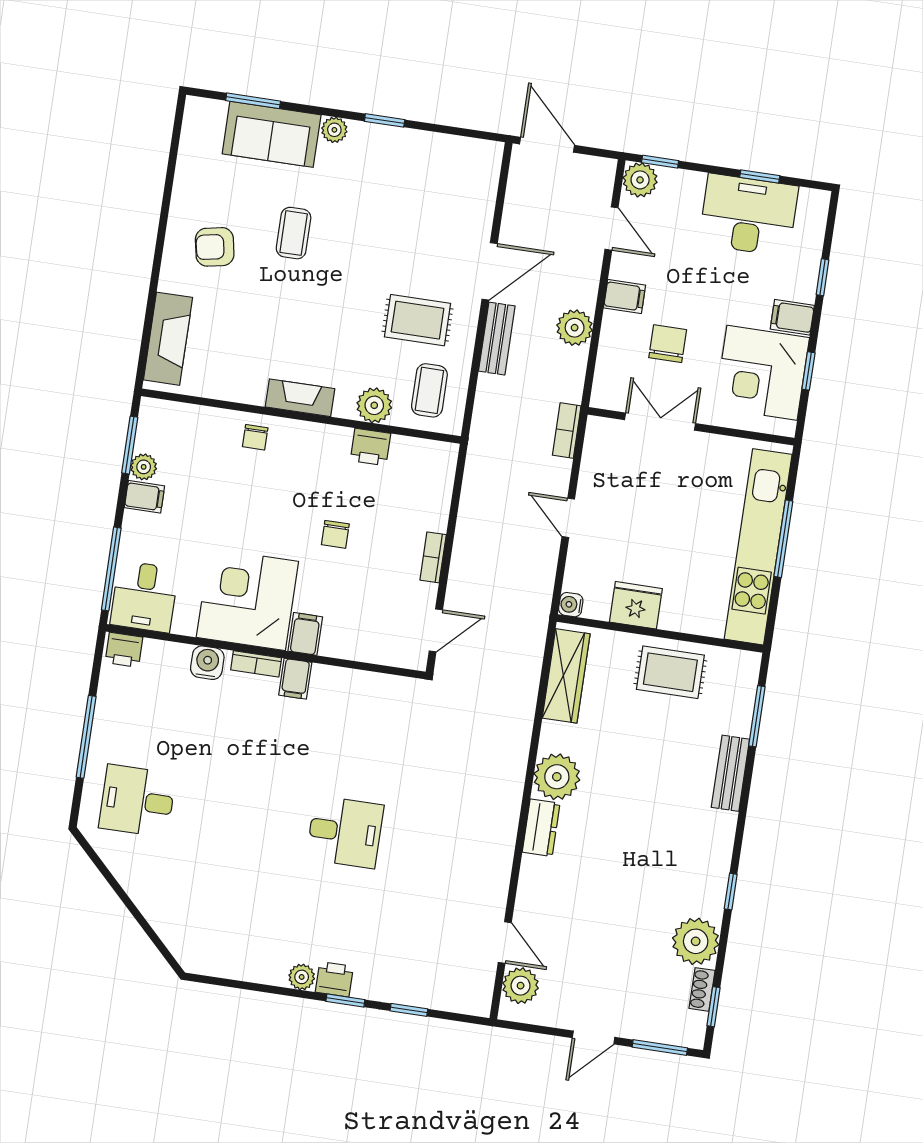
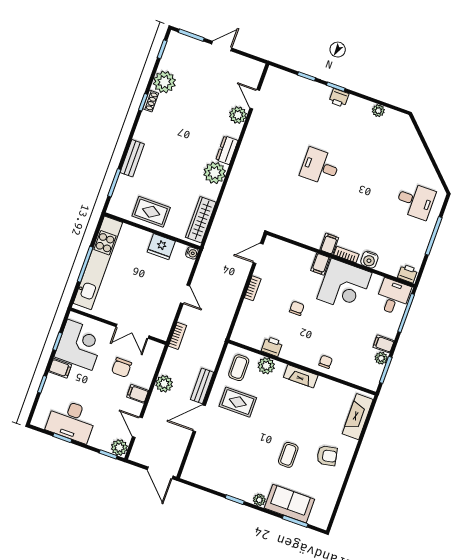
plant: (302, 977) -> (378, 111), moved
plant: (521, 986) -> (238, 115), moved
shoe rack: (702, 989) -> (151, 101), moved

